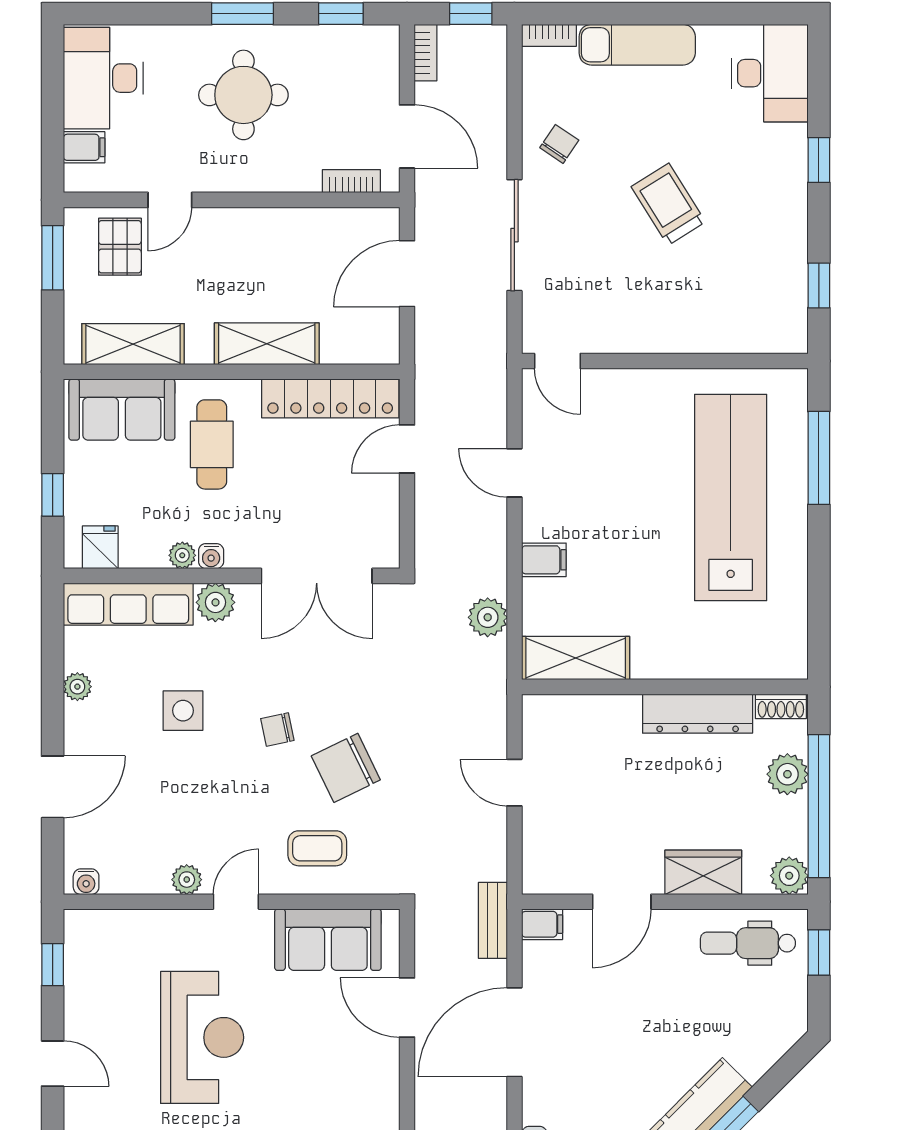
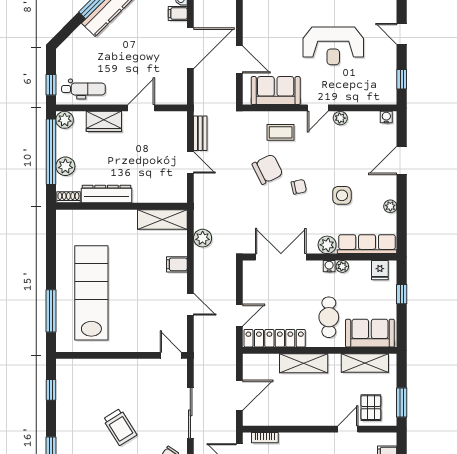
lab bench: (731, 497) -> (91, 293), turned 180
bench: (493, 920) -> (200, 133), moved
filing cabinet: (542, 924) -> (178, 14), moved
reception desk: (202, 1037) -> (333, 46), turned -90

